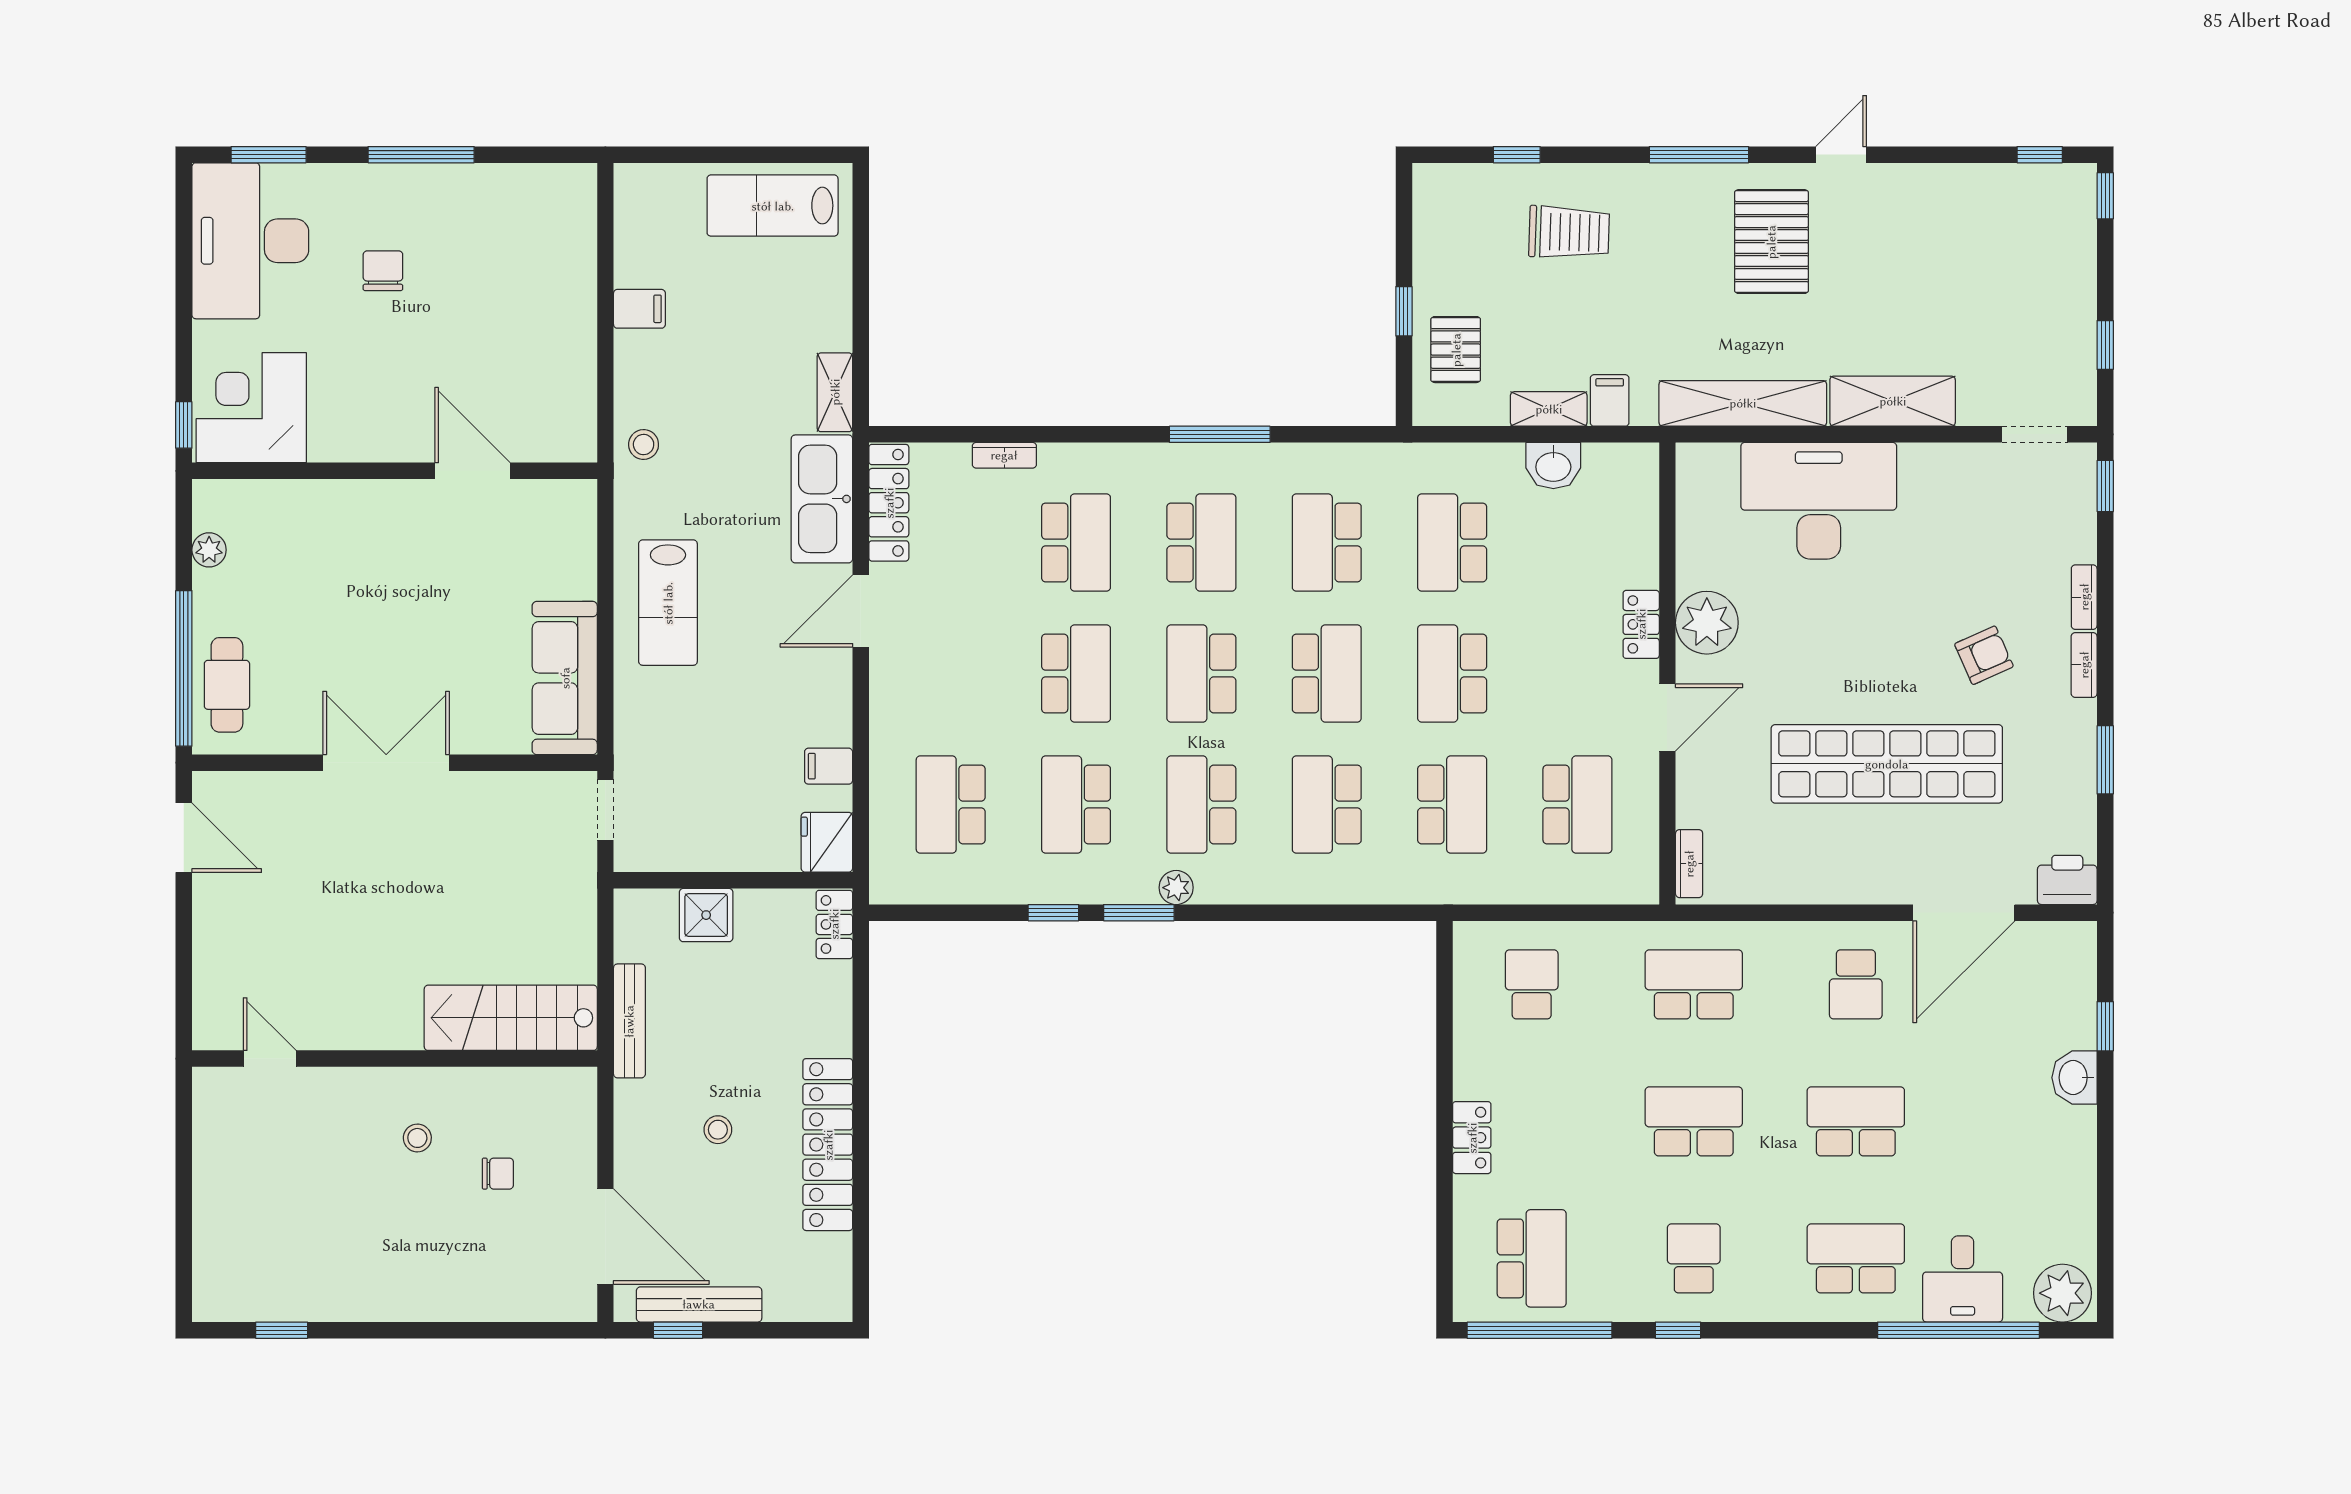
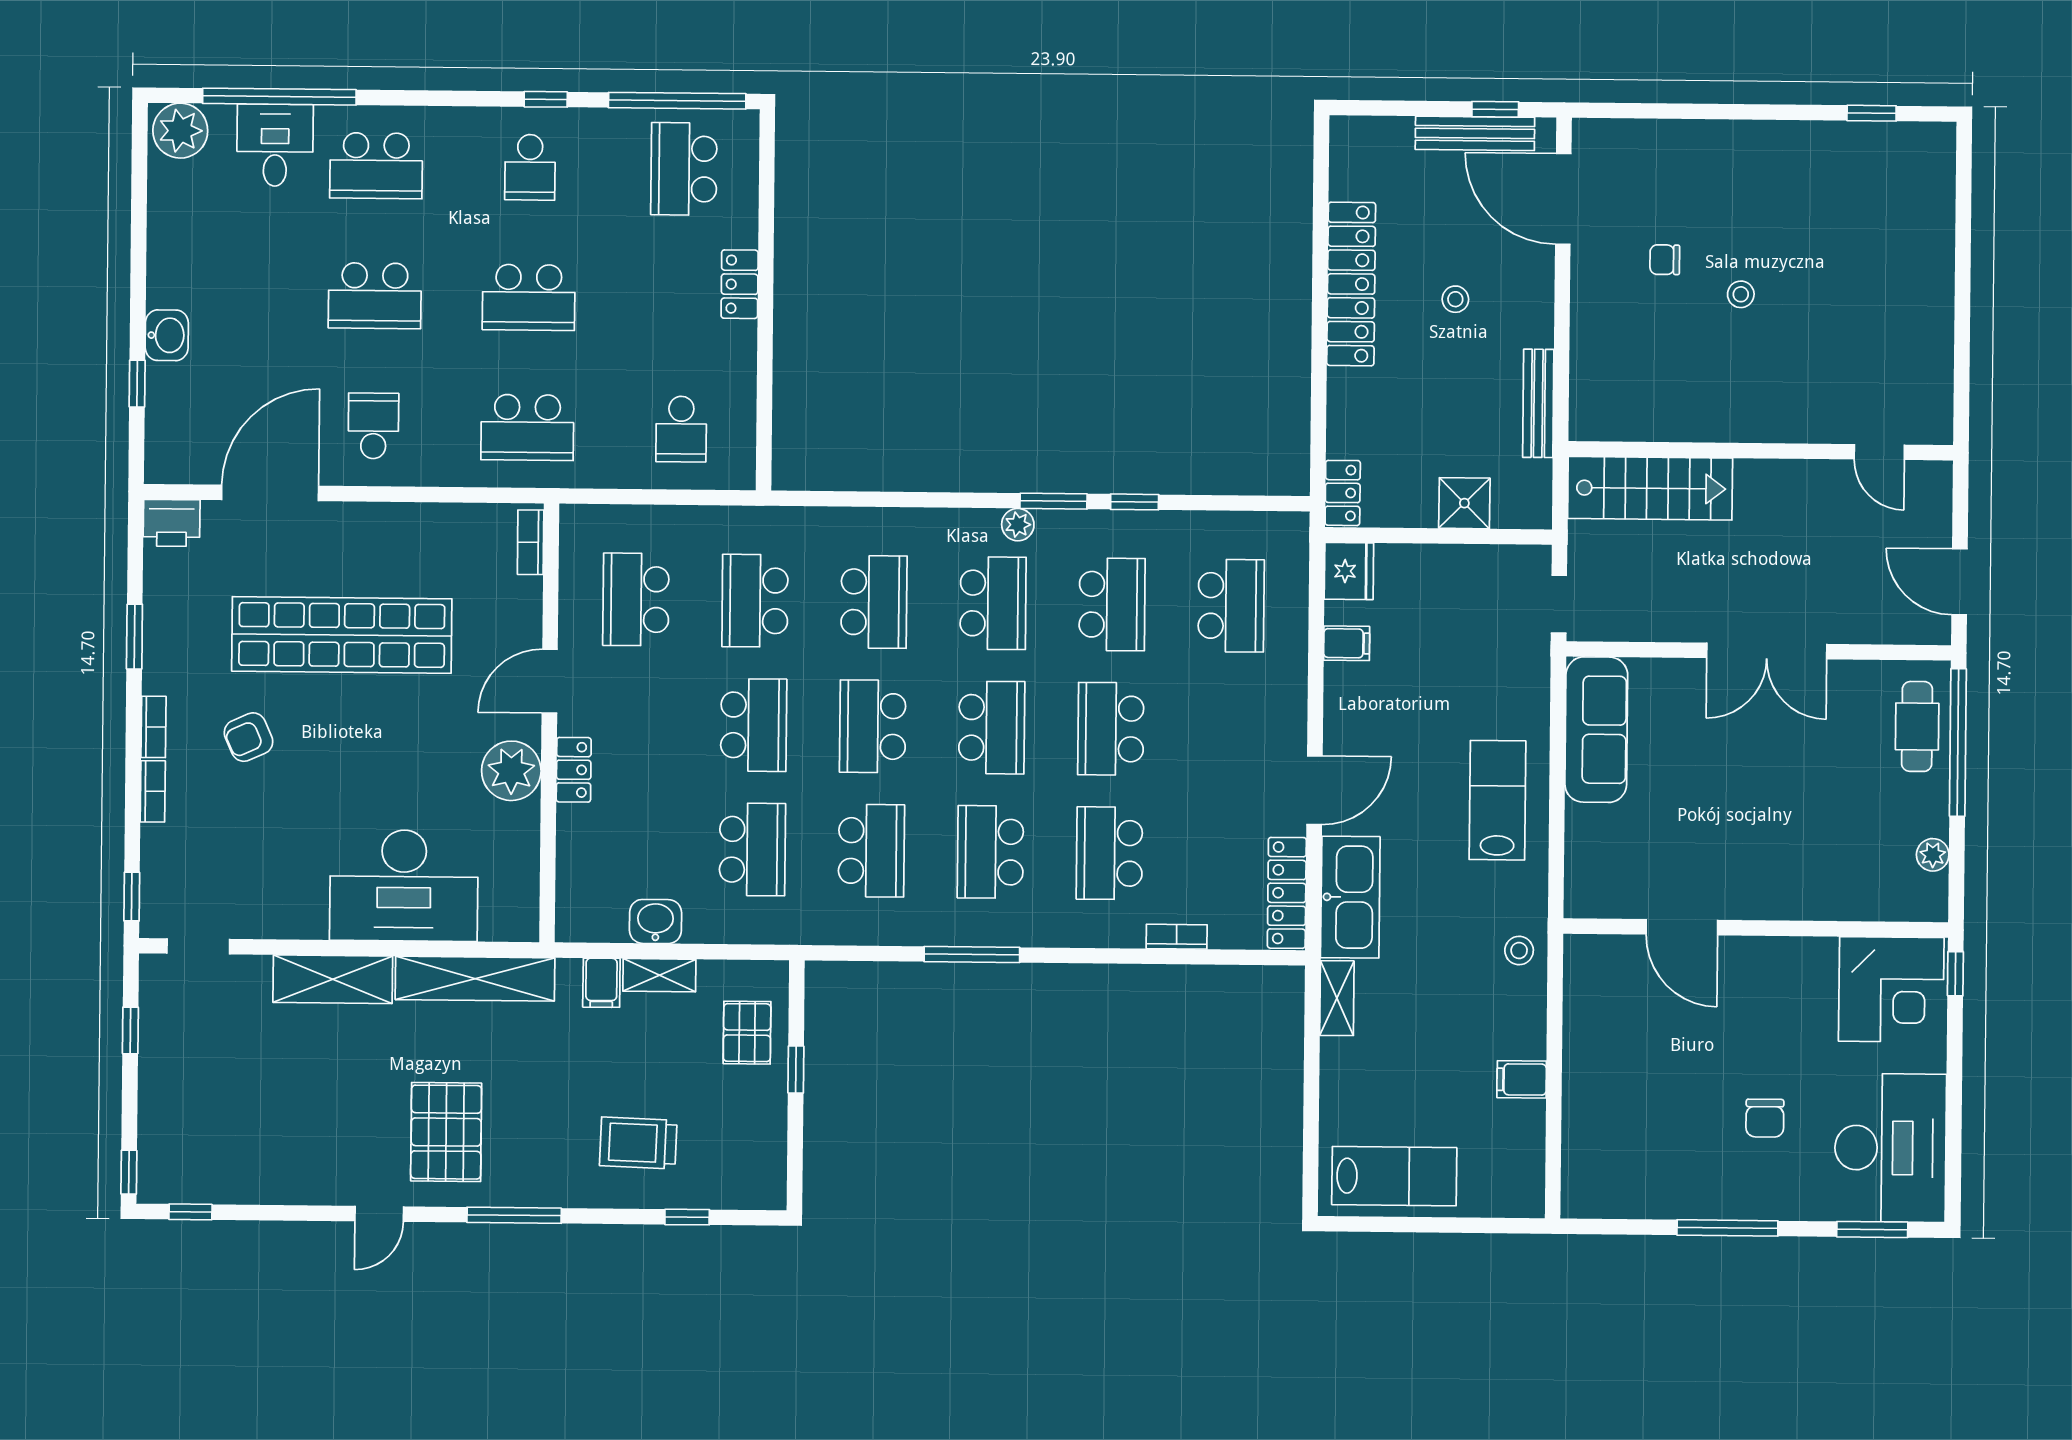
stairs: (511, 1018) -> (1650, 488), moved
door: (270, 1059) -> (1879, 452), moved
wall: (395, 1059) -> (1761, 451), moved

